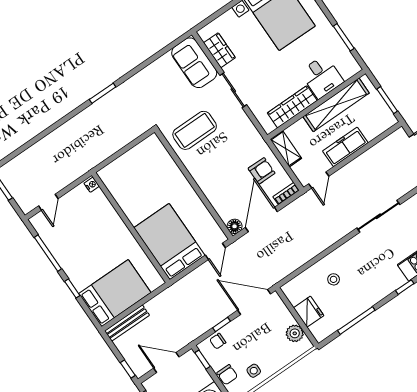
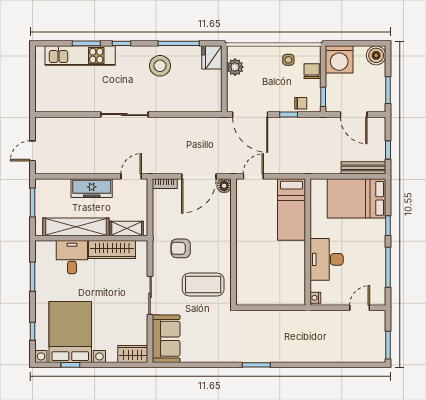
wardrobe: (219, 50) -> (133, 354), moved, turned 90
shelving: (286, 149) -> (127, 228), moved, turned 90
armchair: (262, 171) -> (181, 248), moved
sliding door: (378, 216) -> (124, 115), moved
desk: (105, 224) -> (327, 259), added
bed: (169, 242) -> (291, 210), width x0.67
stool: (334, 279) -> (160, 66), moved, width x1.89, depth x1.89
fridge: (309, 312) -> (212, 57), moved
window: (128, 369) -> (388, 150), moved

